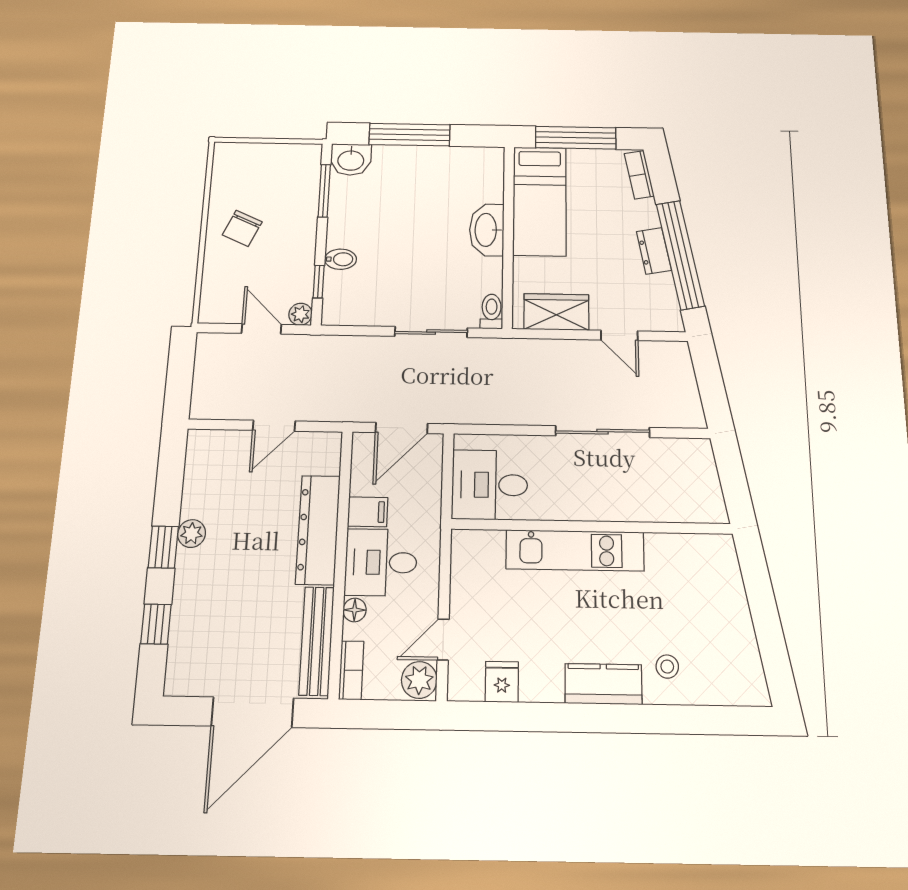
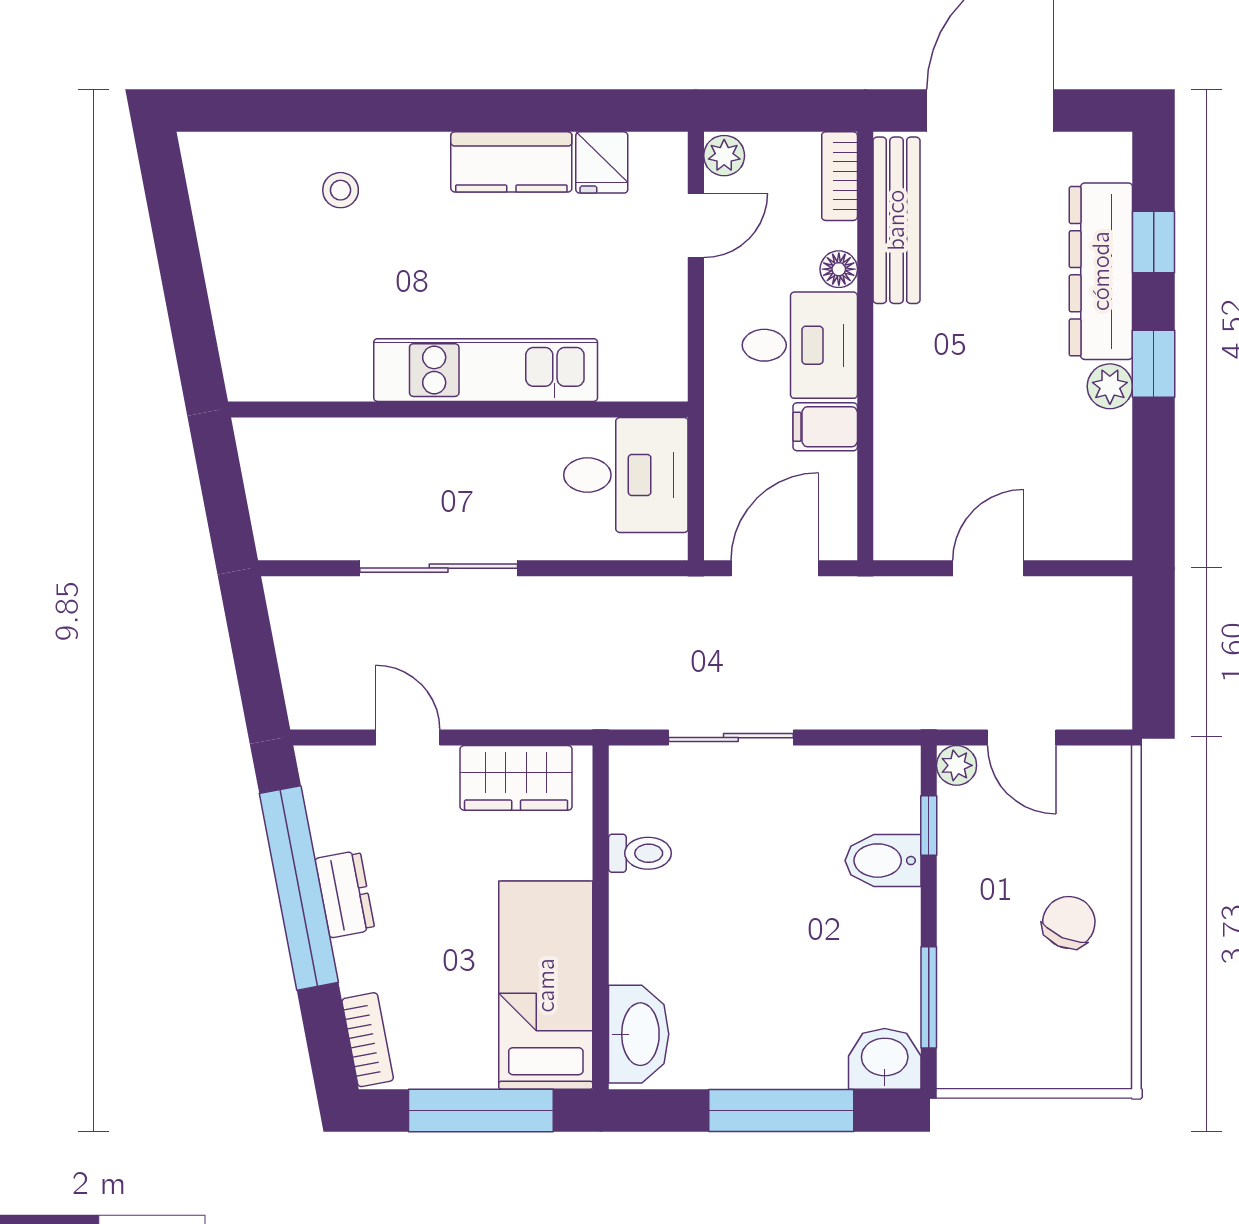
washbasin: (487, 230) -> (639, 1034), moved
bidet: (341, 259) -> (883, 861), width x1.38, depth x1.36
toilet: (491, 311) -> (640, 853), moved, turned -90
dresser: (318, 530) -> (1101, 271), moved, turned 180
plant: (419, 680) -> (724, 156), width x0.73, depth x0.73
kitchen counter: (603, 684) -> (511, 162), moved

